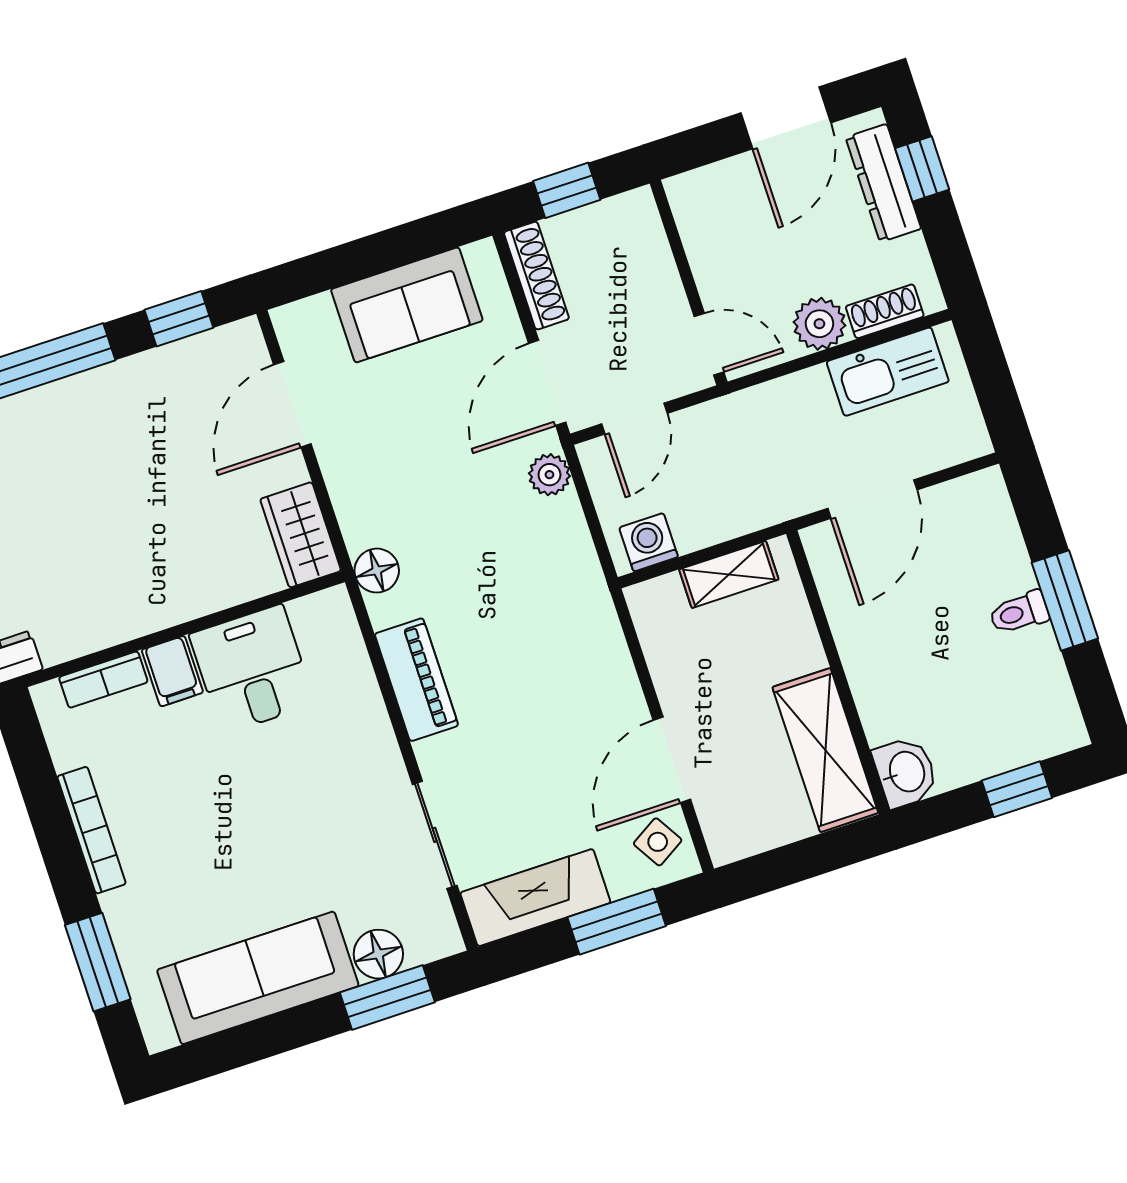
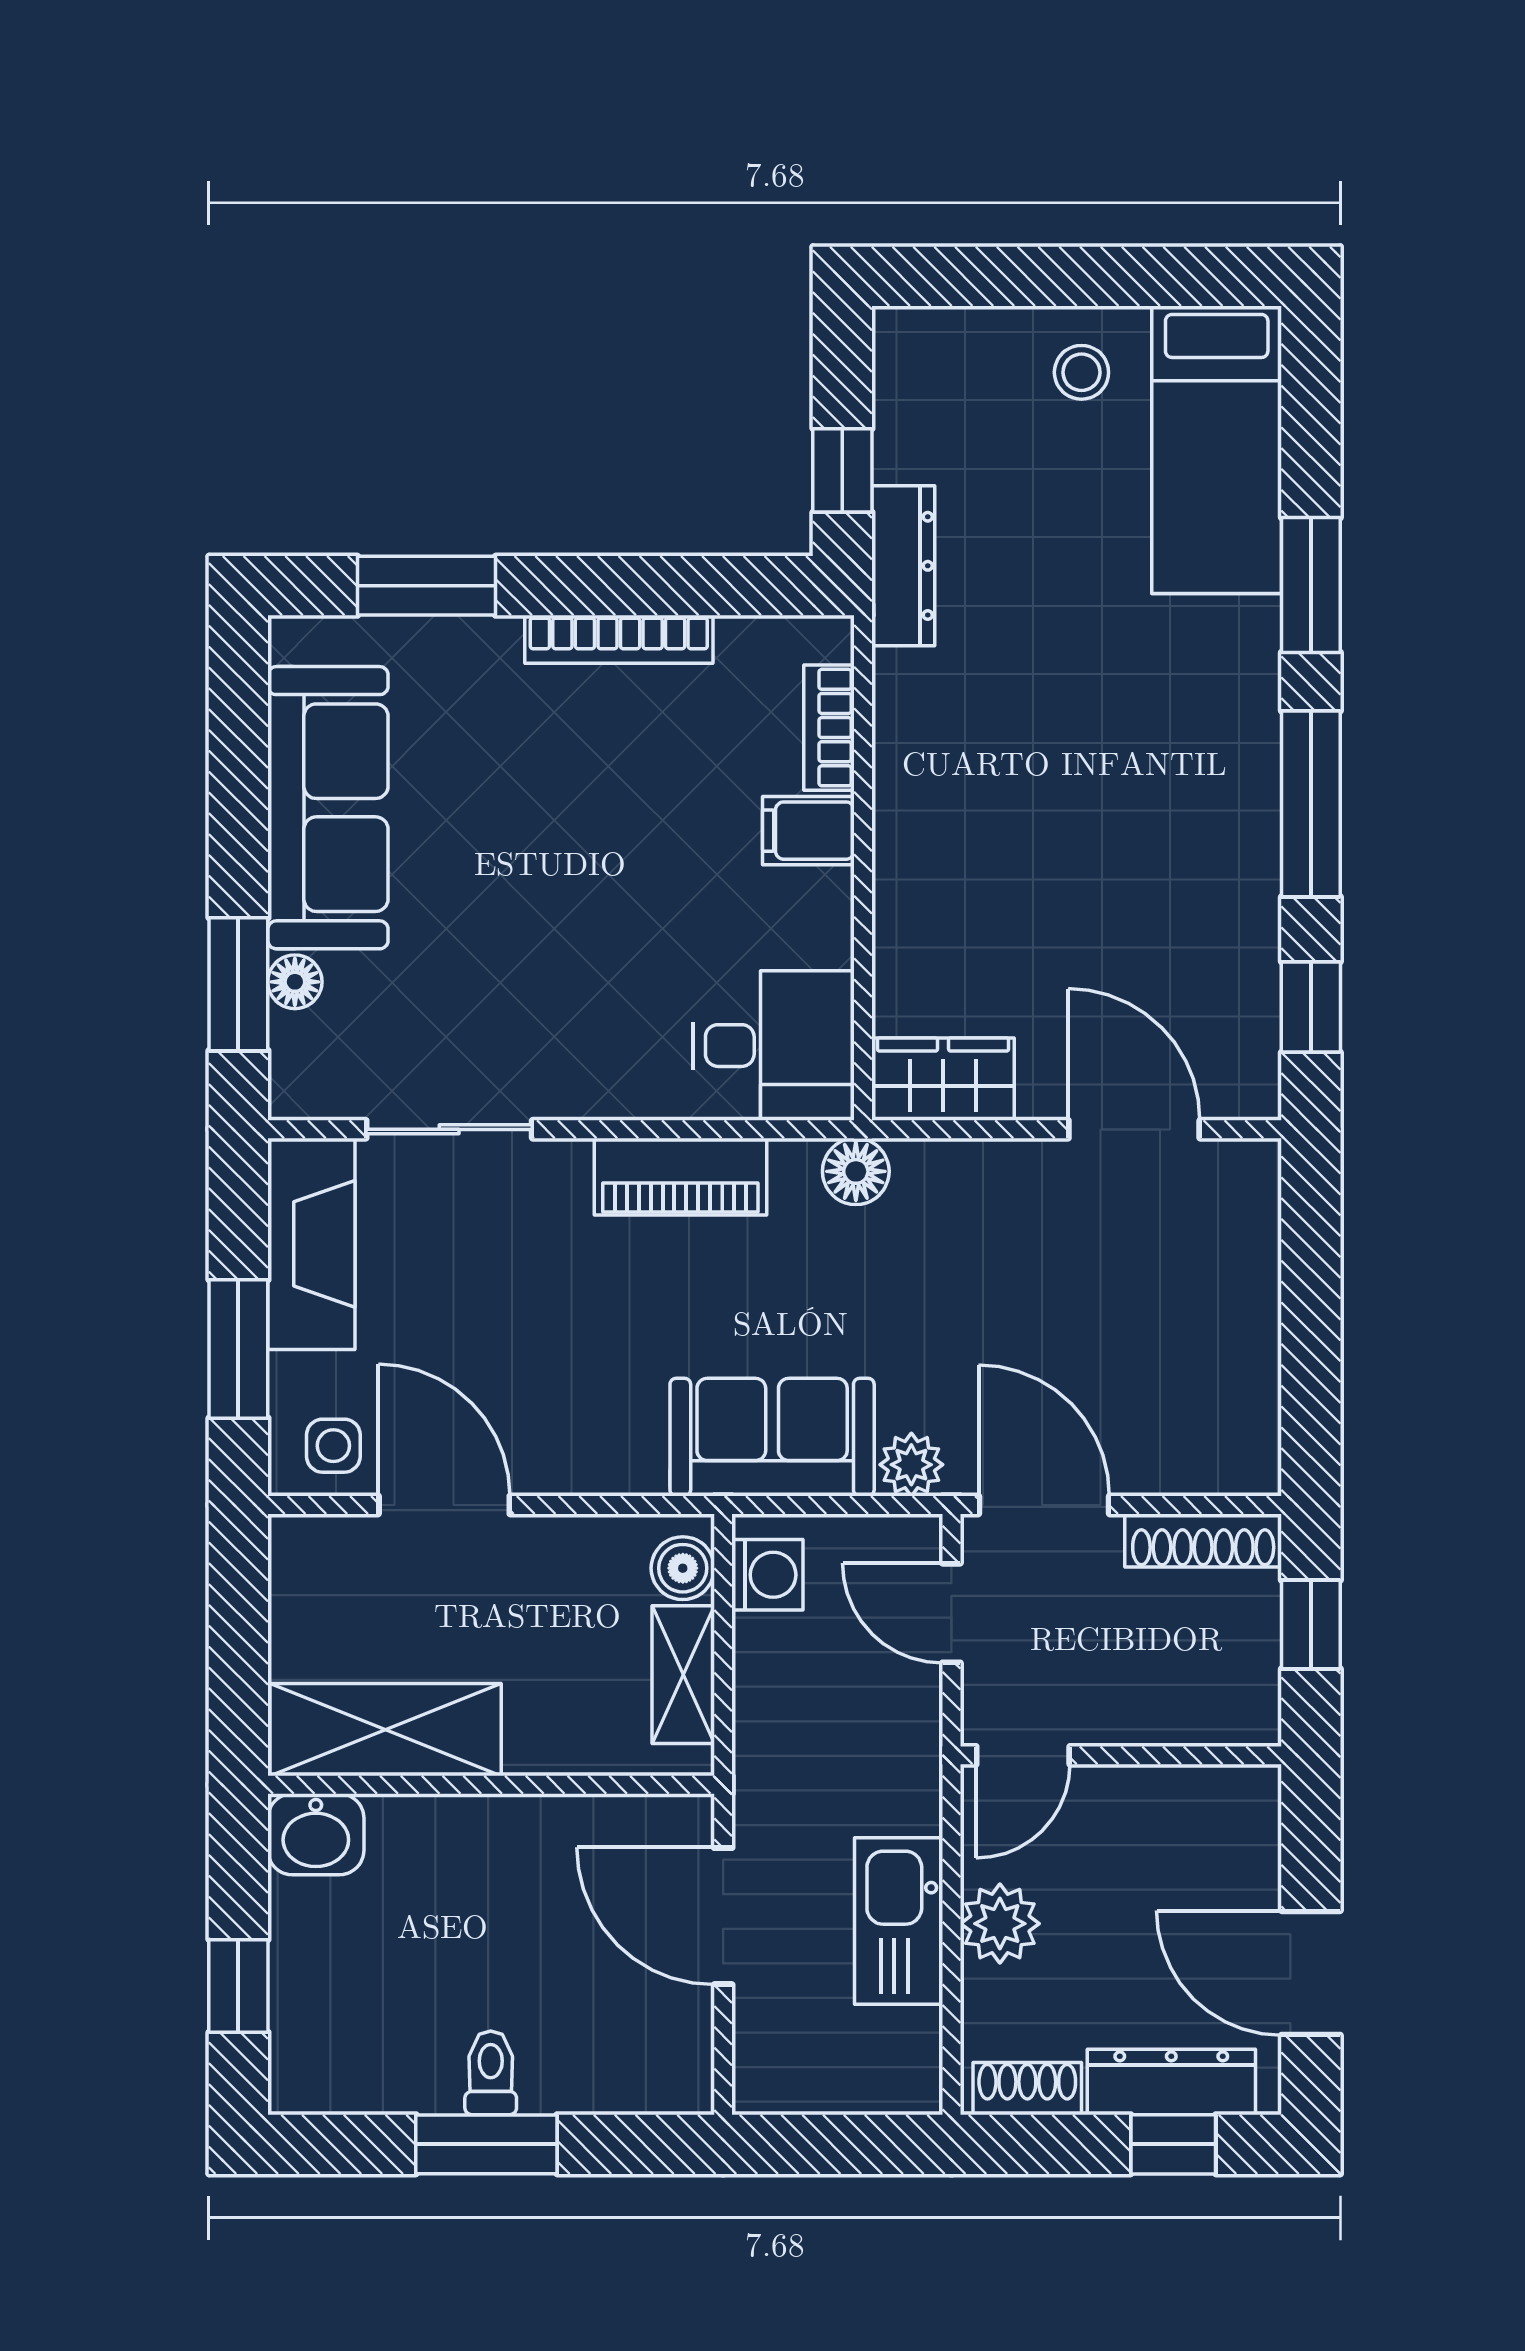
sofa: (407, 305) -> (772, 1437), moved, turned 90
shoe rack: (885, 311) -> (1027, 2089), moved, turned -90
kitchen sink: (888, 372) -> (899, 1921), moved
boiler: (662, 597) -> (683, 1568), added
desk: (252, 669) -> (773, 1046), moved
side table: (658, 842) -> (333, 1446), turned 31
floor lamp: (378, 954) -> (295, 982), width x0.73, depth x0.73

